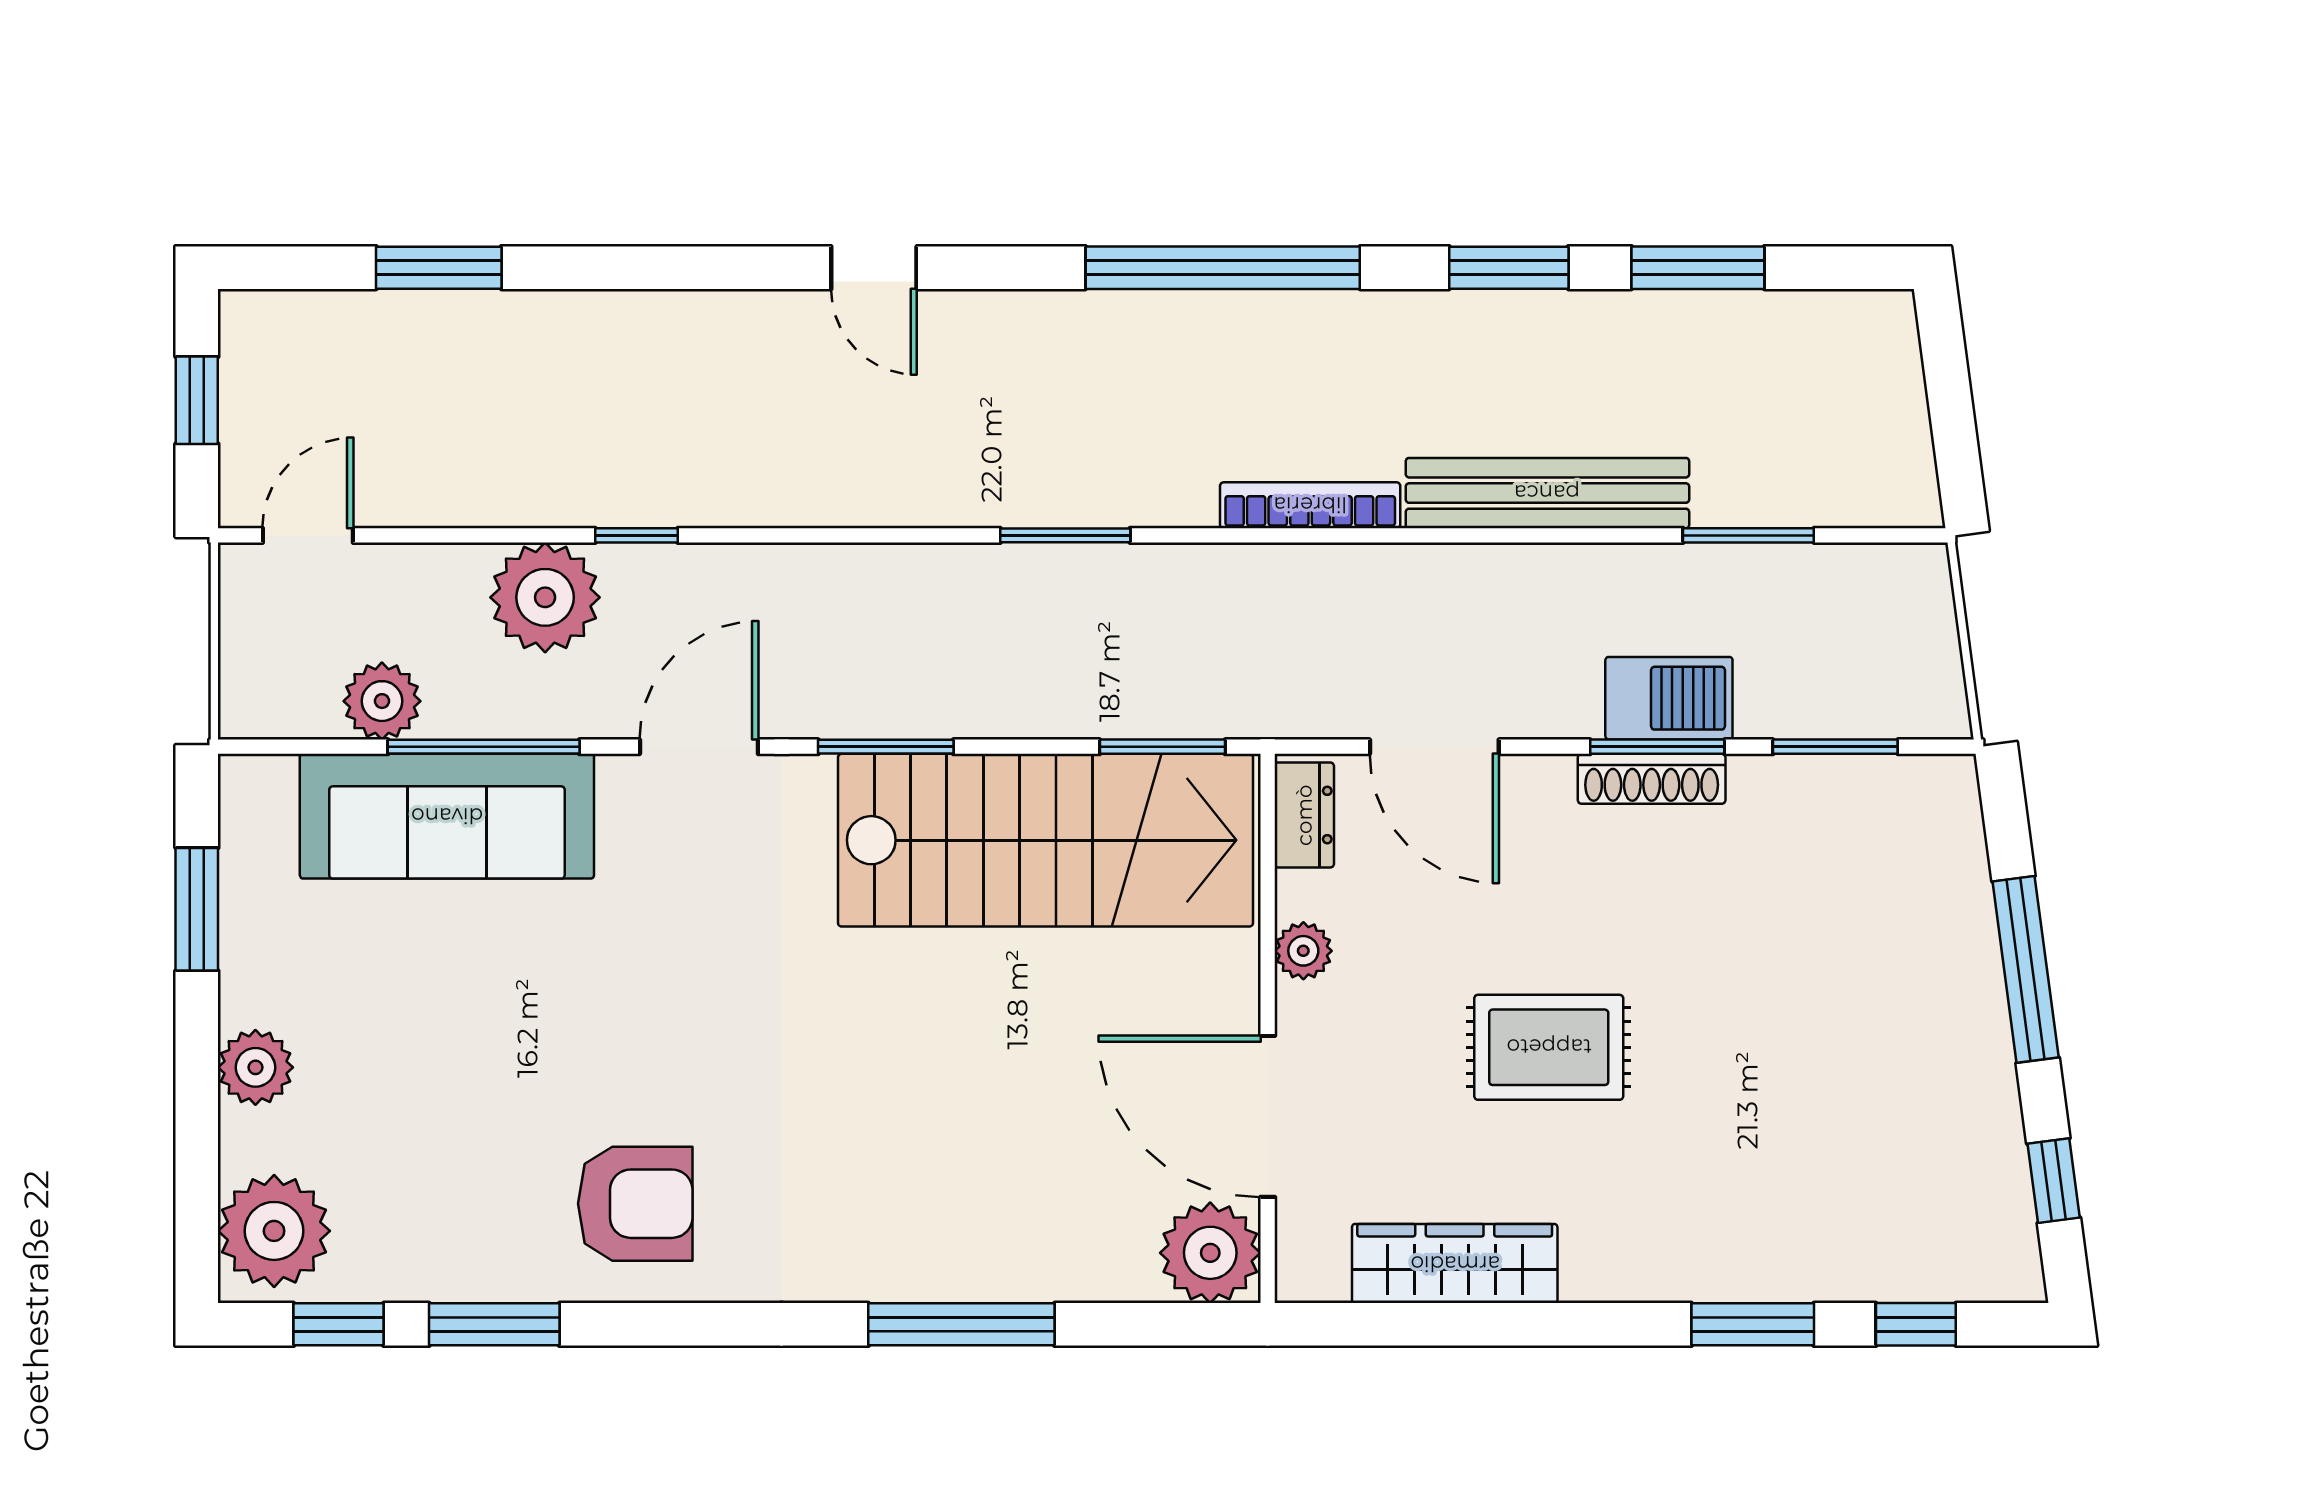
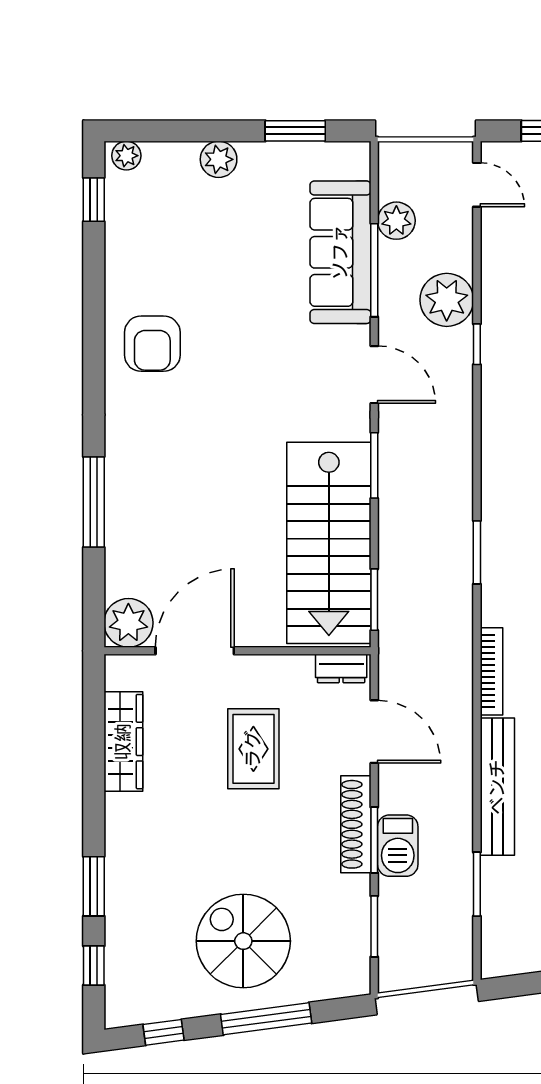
door: (1434, 747) -> (374, 732), swing flipped
shoe rack: (1652, 779) -> (356, 824), width x1.36, depth x1.24
plant: (1303, 951) -> (275, 668), removed
spiral stairs: (1866, 1016) -> (243, 941), added
rug: (1549, 1047) -> (253, 749), moved
plant: (274, 1231) -> (126, 156), width x0.53, depth x0.53
window: (494, 1324) -> (94, 275), removed

